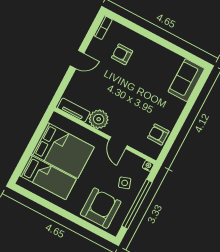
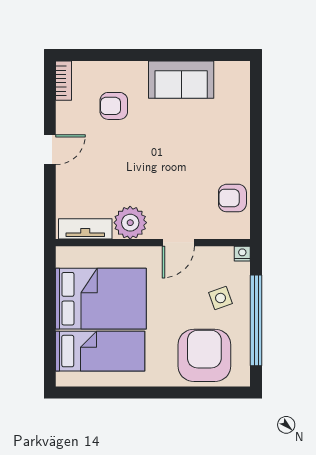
sofa: (186, 80) -> (181, 80), moved, turned -90
door: (118, 143) -> (178, 243), hinge flipped

